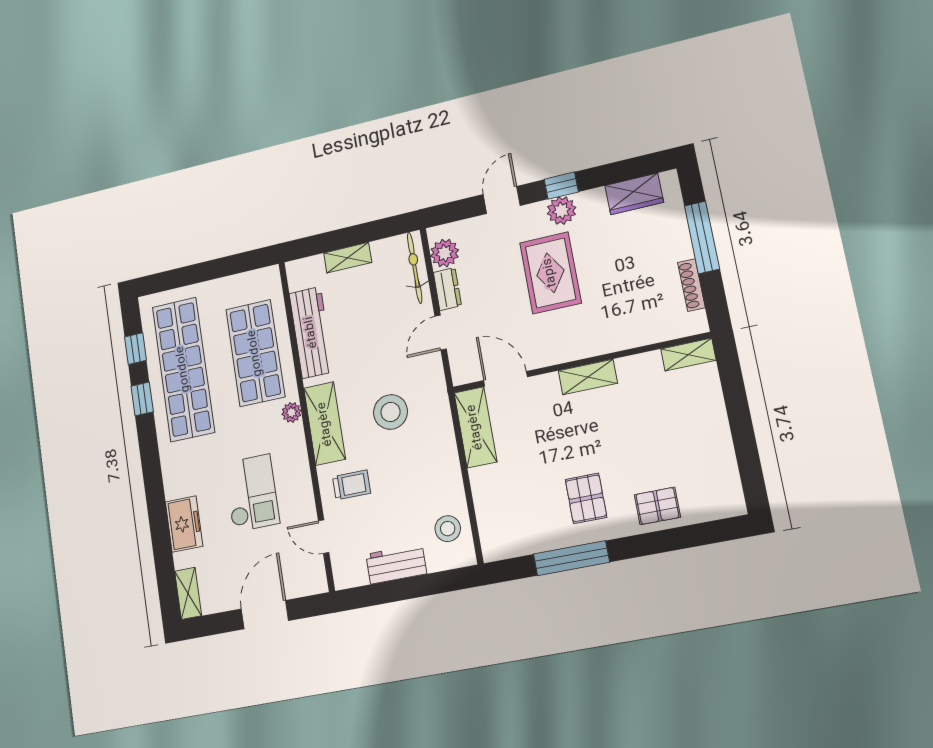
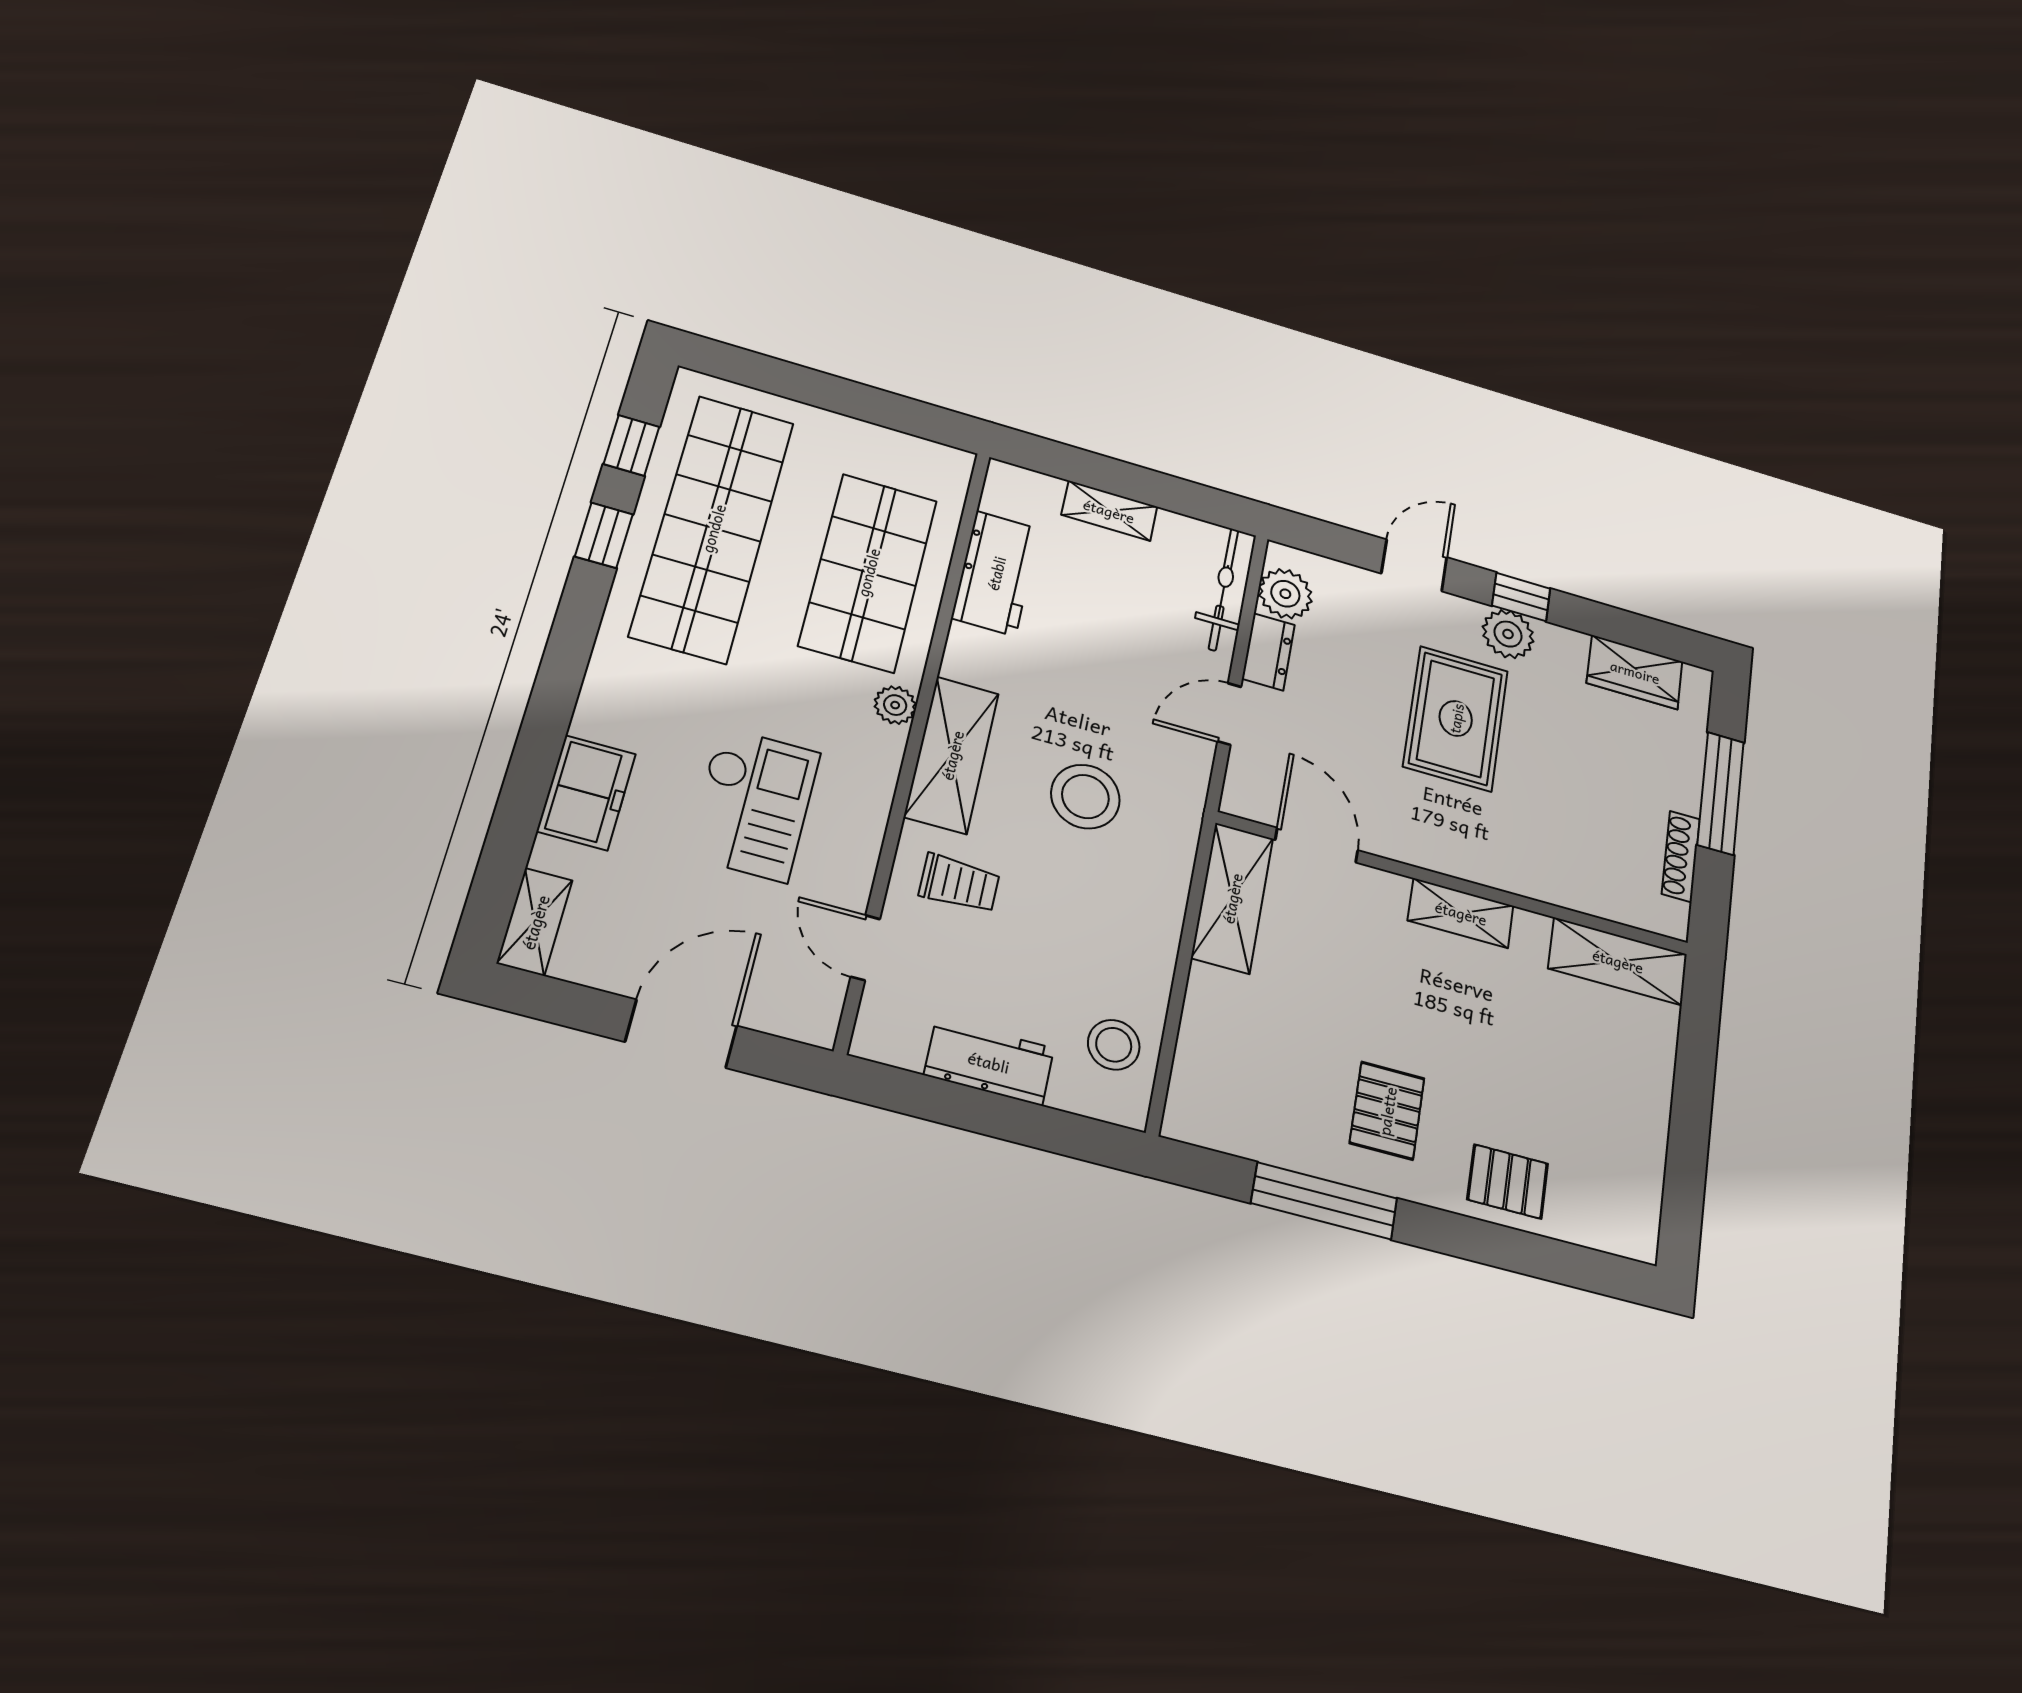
workbench: (311, 332) -> (996, 573), width x0.73
shelving: (688, 355) -> (1618, 961), width x1.50, depth x1.33

